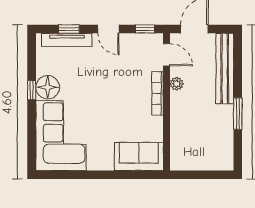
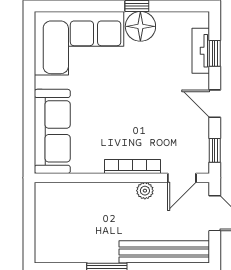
door: (108, 29) -> (215, 104), hinge flipped
tv unit: (67, 40) -> (201, 51), width x0.71
sofa: (139, 156) -> (52, 131), width x1.36

